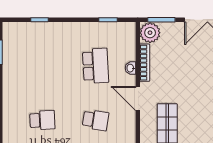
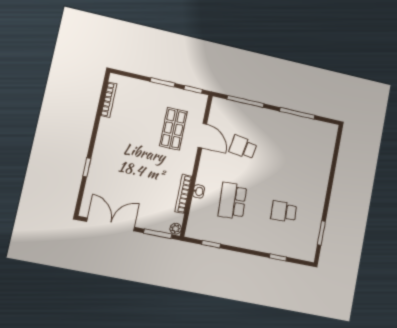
plant: (150, 33) -> (176, 229), width x0.53, depth x0.53
door: (138, 98) -> (202, 136), moved
school desk: (42, 120) -> (284, 211), moved

